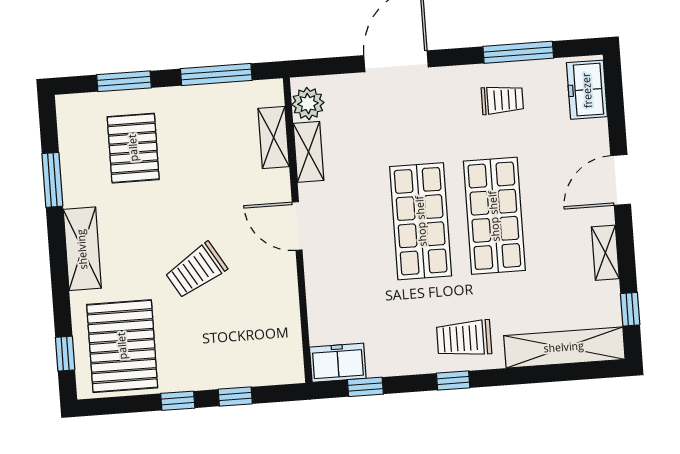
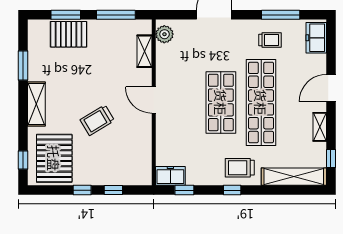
pallet: (133, 148) -> (69, 34), moved, turned 90
shelving: (308, 152) -> (163, 60), removed
shop shelf: (494, 216) -> (261, 102), width x1.40

